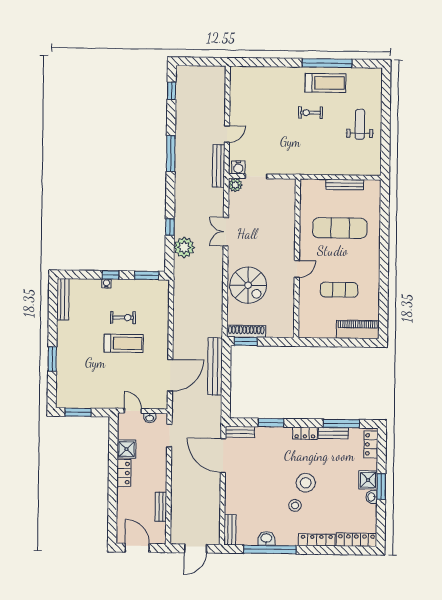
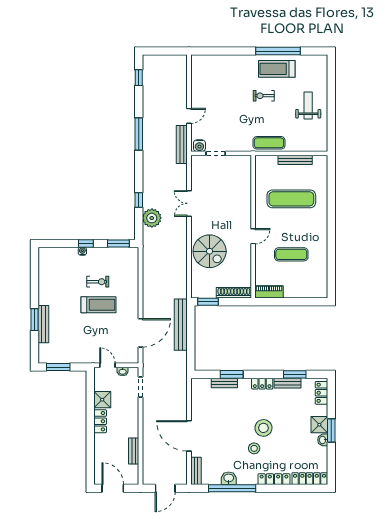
treadmill: (325, 83) -> (277, 69), turned 180
exercise mat: (316, 165) -> (269, 143), added
plant: (235, 185) -> (197, 161), removed
bench: (63, 299) -> (43, 324), moved
piano: (358, 329) -> (269, 292), moved, width x0.73, depth x0.75
shoe rack: (246, 331) -> (234, 293), moved
window: (341, 424) -> (295, 374), width x0.69
bench: (240, 432) -> (224, 383), moved
door: (223, 455) -> (189, 436), moved

